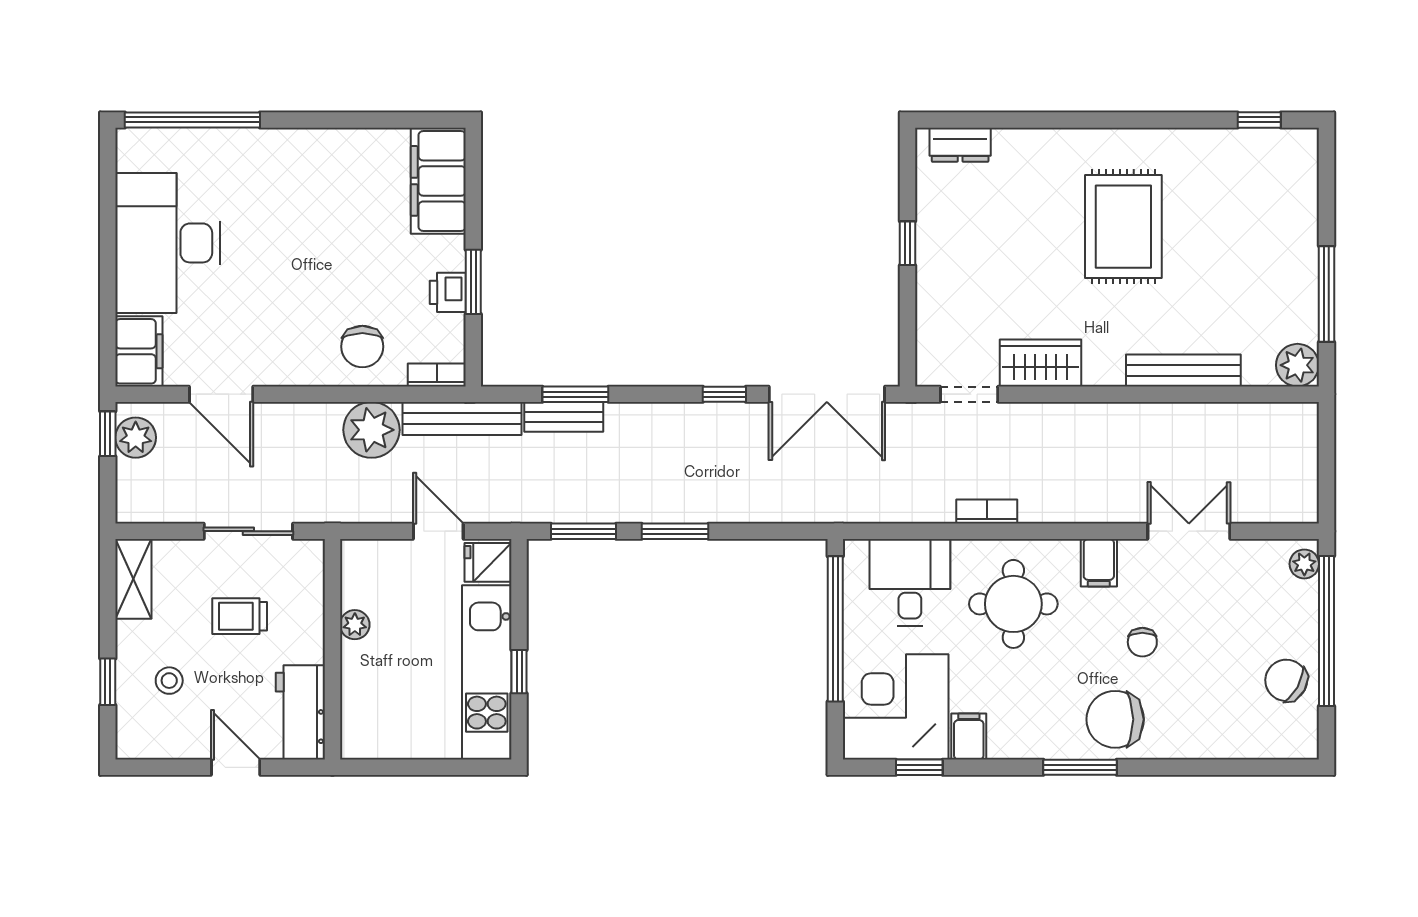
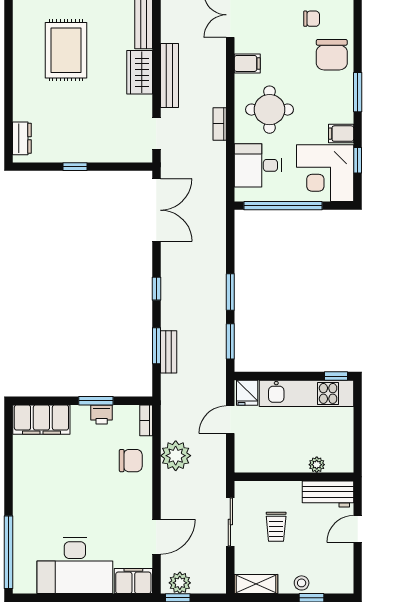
rug: (1123, 227) -> (66, 50), turned 90
wardrobe: (1040, 363) -> (140, 72), moved
window: (724, 394) -> (156, 289), moved
bench: (462, 418) -> (169, 75), moved
plant: (355, 625) -> (317, 465), moved
chair: (1142, 642) -> (312, 19), moved
window: (519, 672) -> (336, 376), moved
stool: (169, 681) -> (302, 583), moved
window: (1080, 767) -> (358, 92), moved

